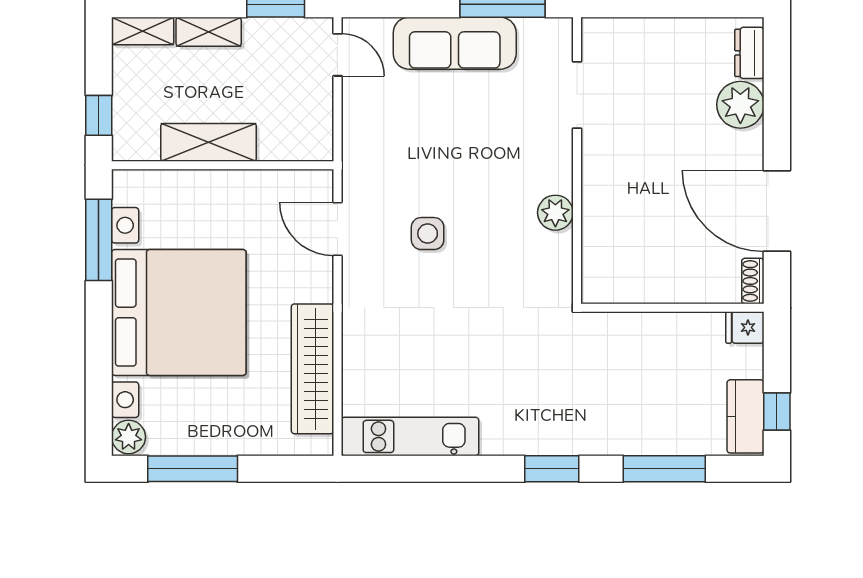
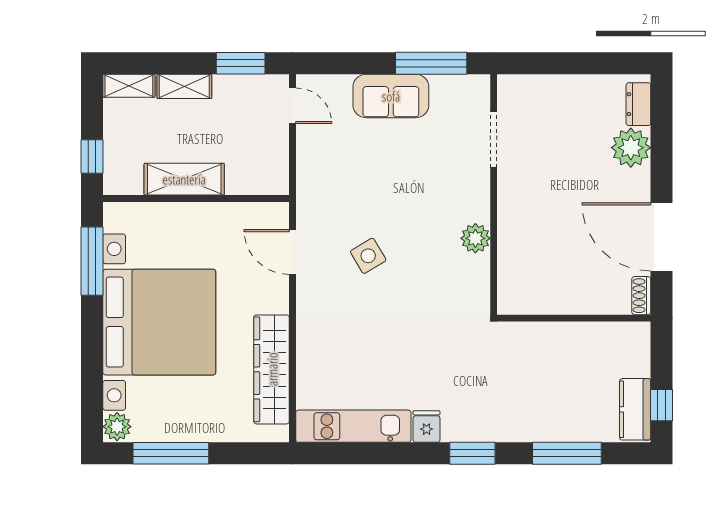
sofa: (455, 43) -> (391, 96), width x0.73
side table: (428, 234) -> (368, 256), turned -31
fridge: (745, 327) -> (427, 427), moved, turned 90

